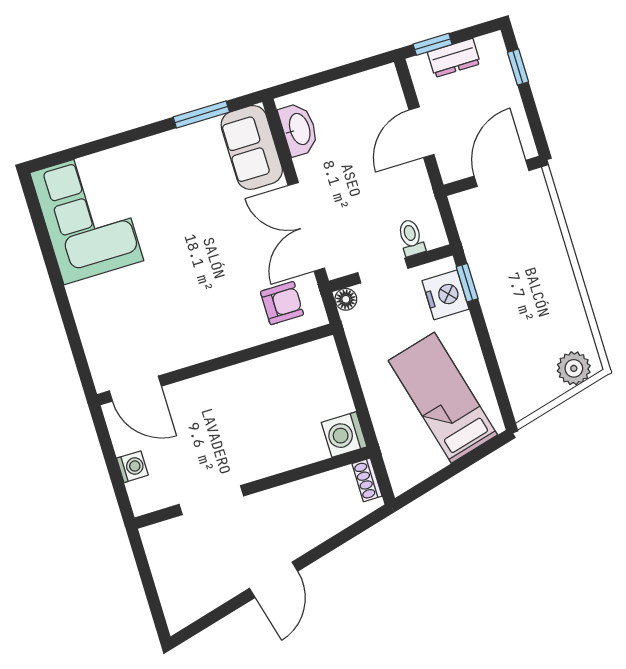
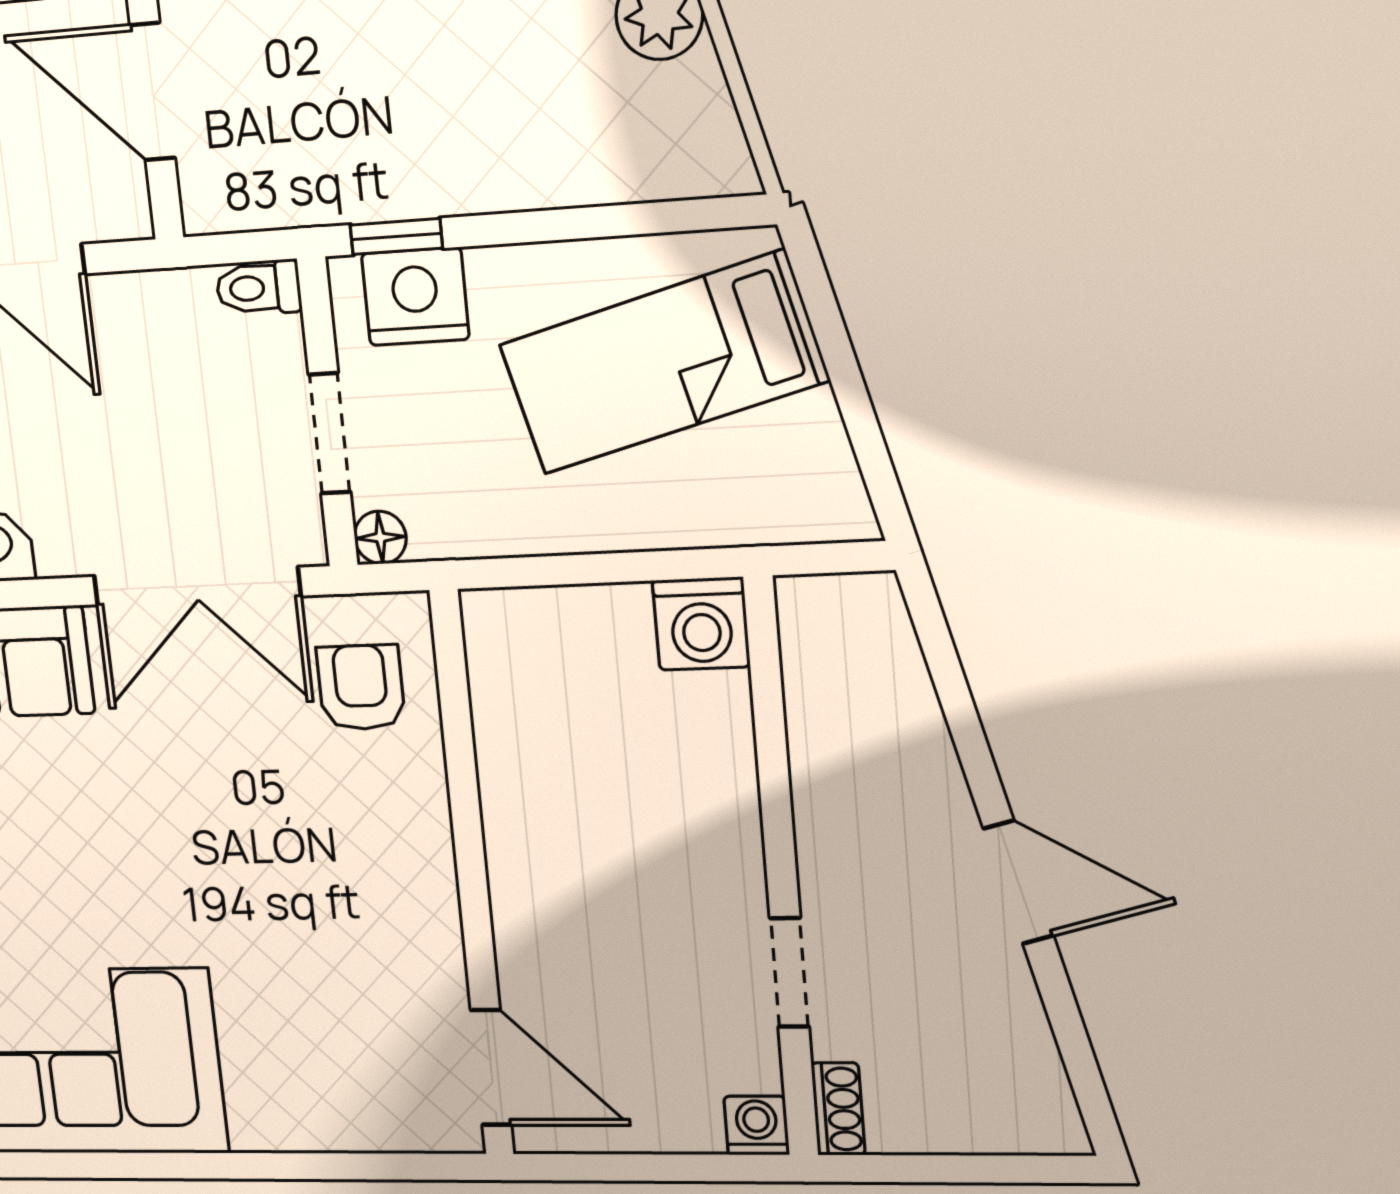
toilet: (411, 238) -> (259, 288), moved
door: (135, 389) -> (491, 1068), hinge flipped
washing machine: (132, 467) -> (757, 1126), moved
shoe rack: (367, 480) -> (838, 1109), moved, turned -90
doorway: (211, 500) -> (789, 972), width x0.73

